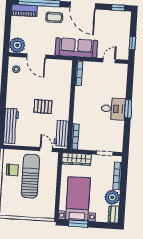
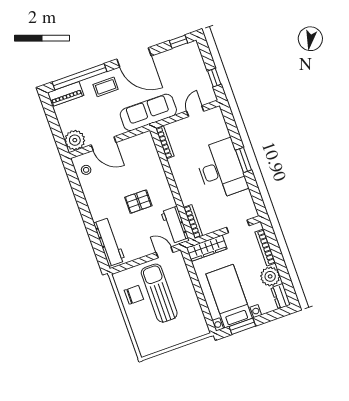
desk: (113, 109) -> (221, 169), width x1.87, depth x1.30

